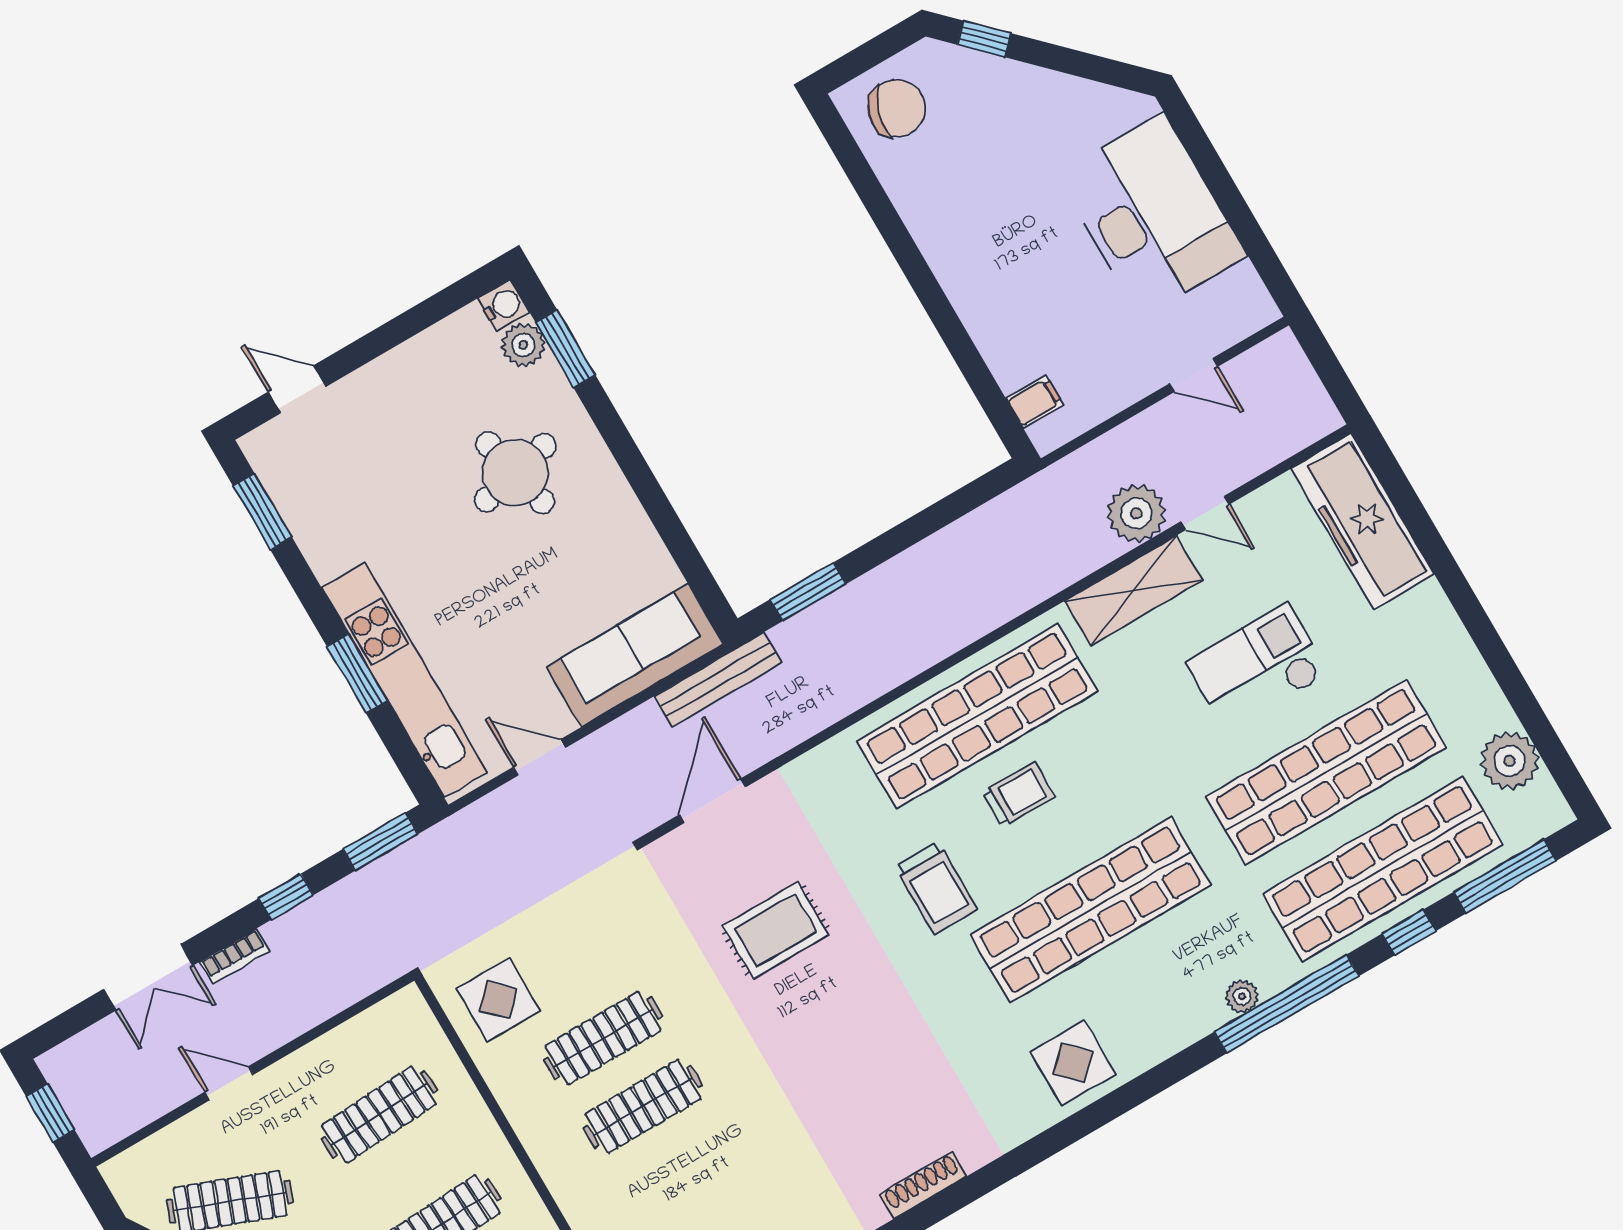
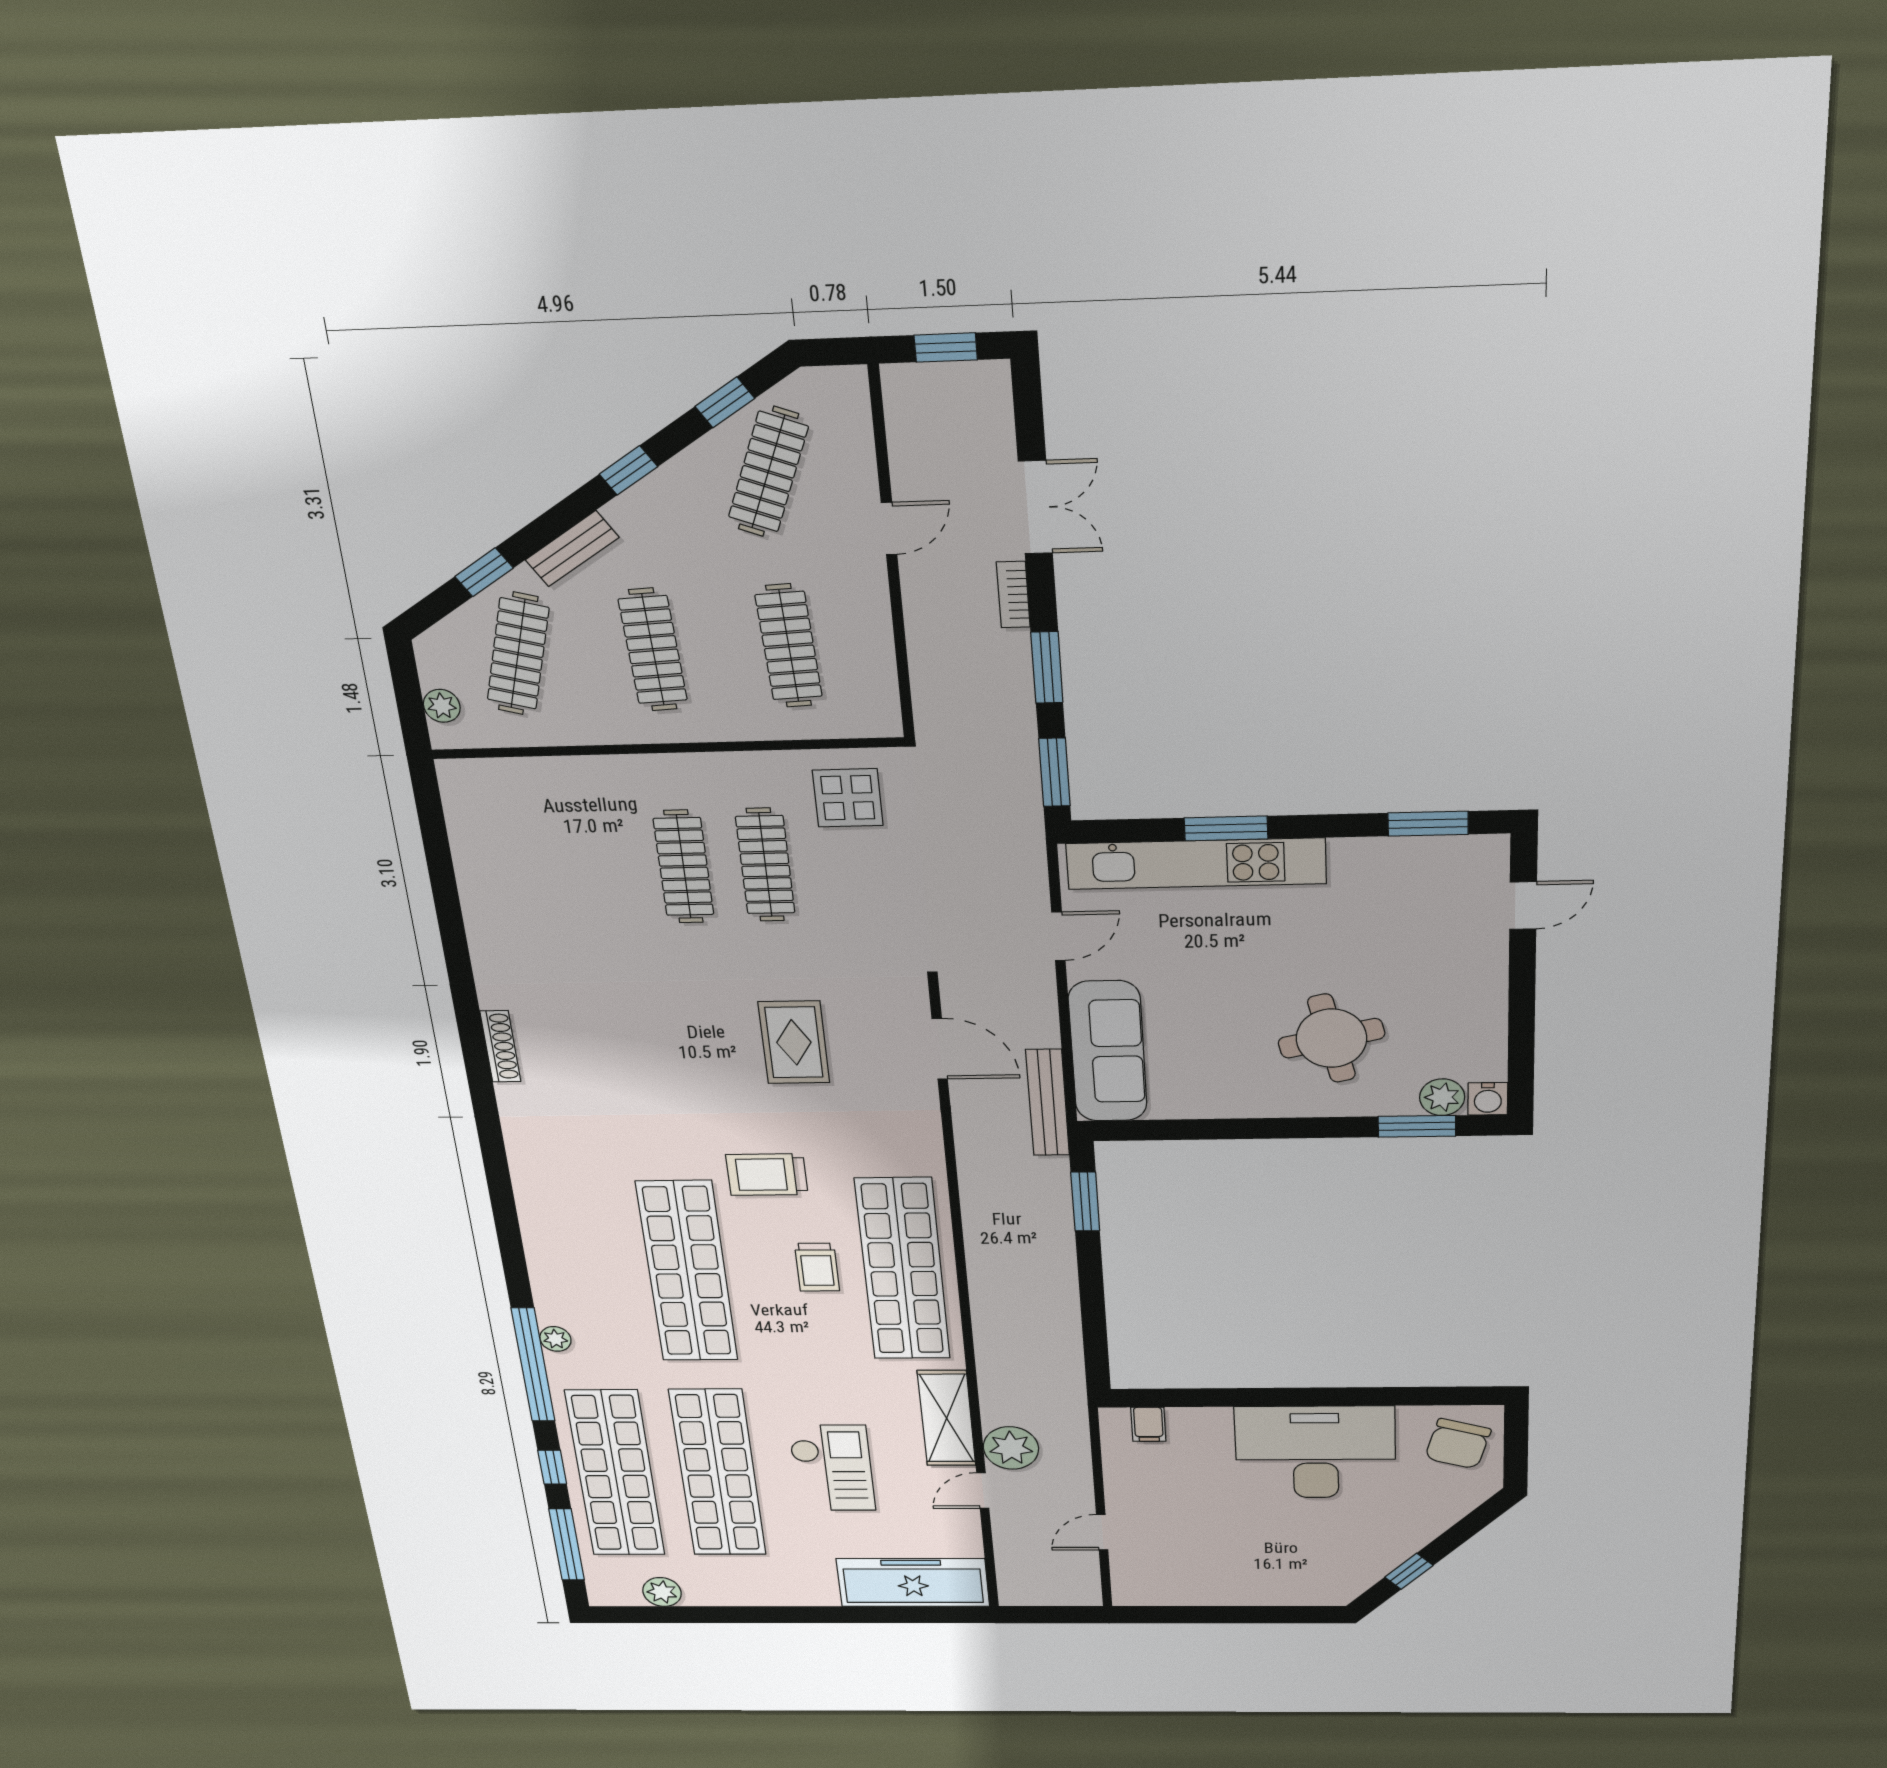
window: (984, 39) -> (1409, 1571), moved
desk: (1152, 215) -> (1315, 1452), moved, turned 180
plant: (1510, 761) -> (662, 1592), width x0.73, depth x0.73
window: (286, 897) -> (1047, 667), width x1.50
double door: (148, 977) -> (1035, 507), swing flipped
display table: (1073, 1063) -> (557, 1201), removed

